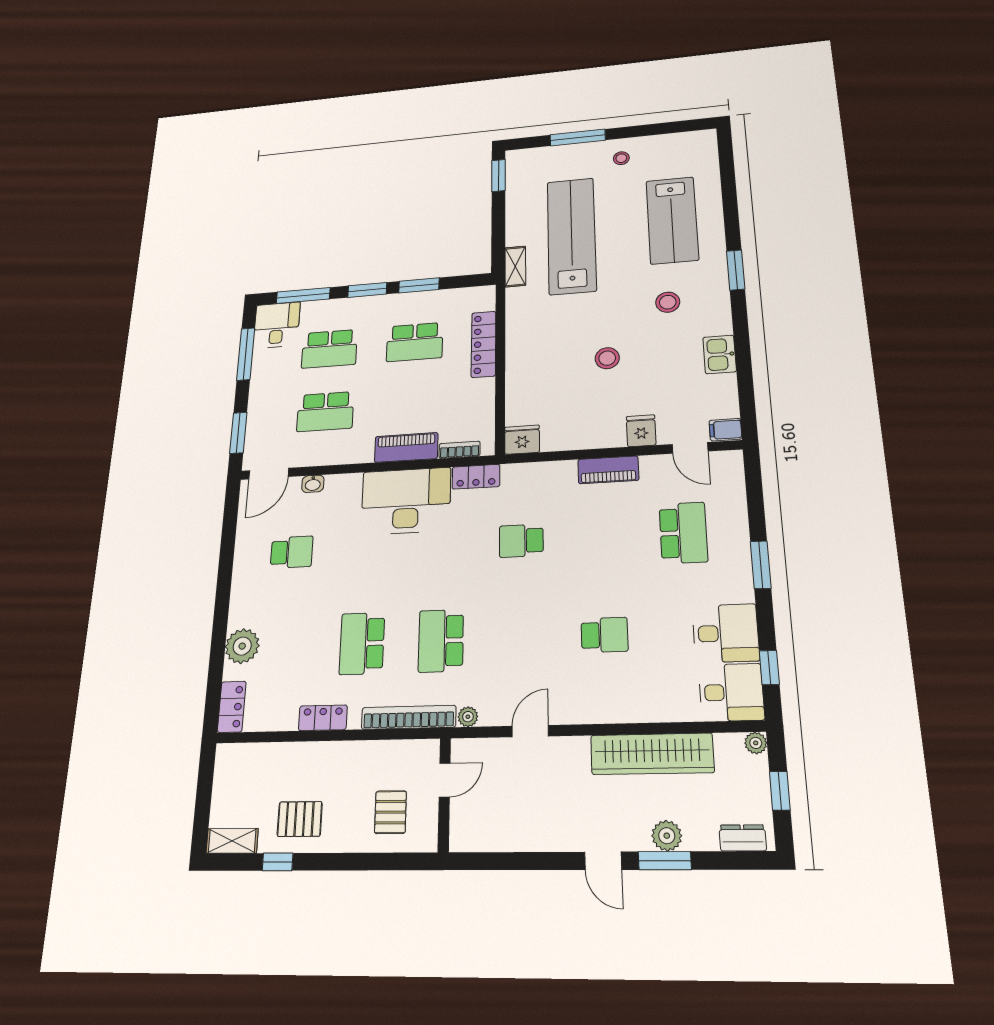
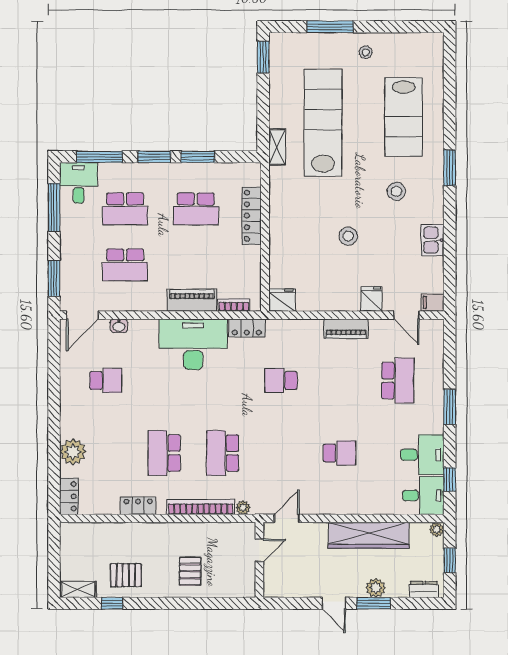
door: (445, 780) -> (259, 550), moved
wall: (444, 794) -> (259, 560), moved

